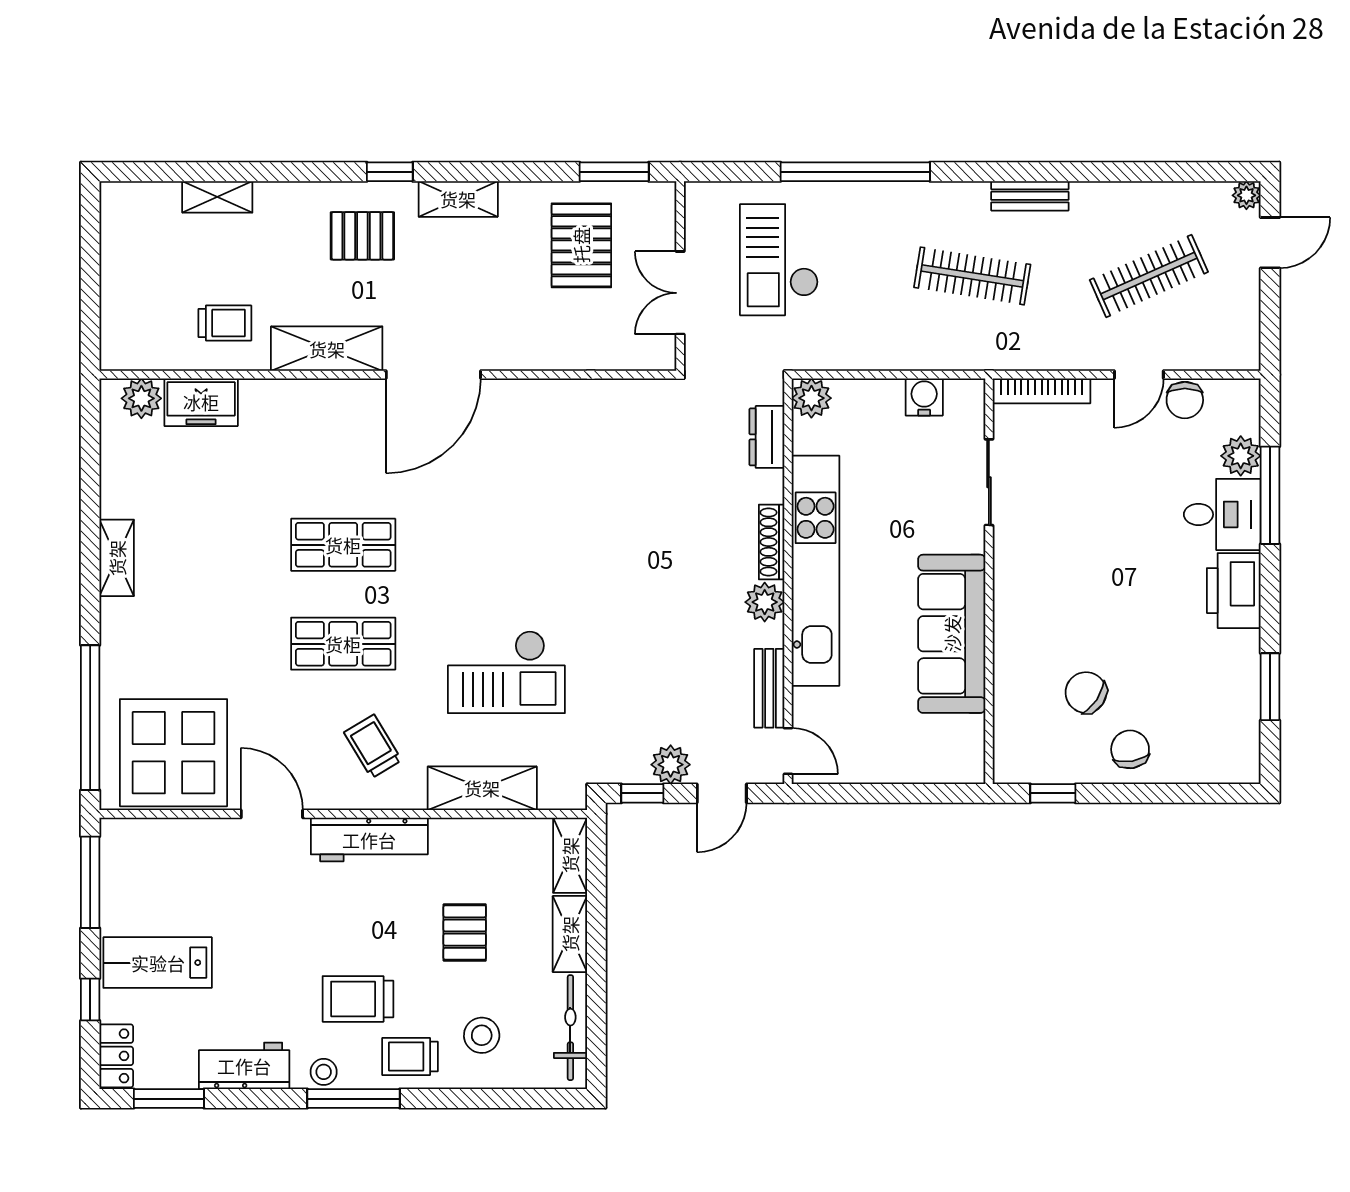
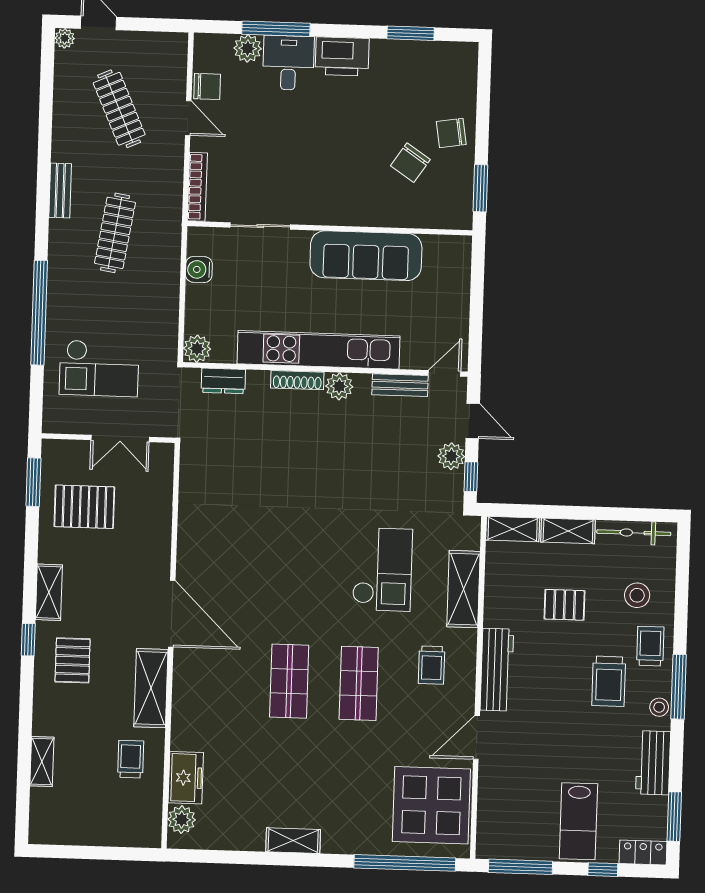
trolley: (373, 746) -> (432, 665), turned -59
window: (1053, 793) -> (480, 188), width x1.50
trolley: (410, 1057) -> (650, 646), turned 180

